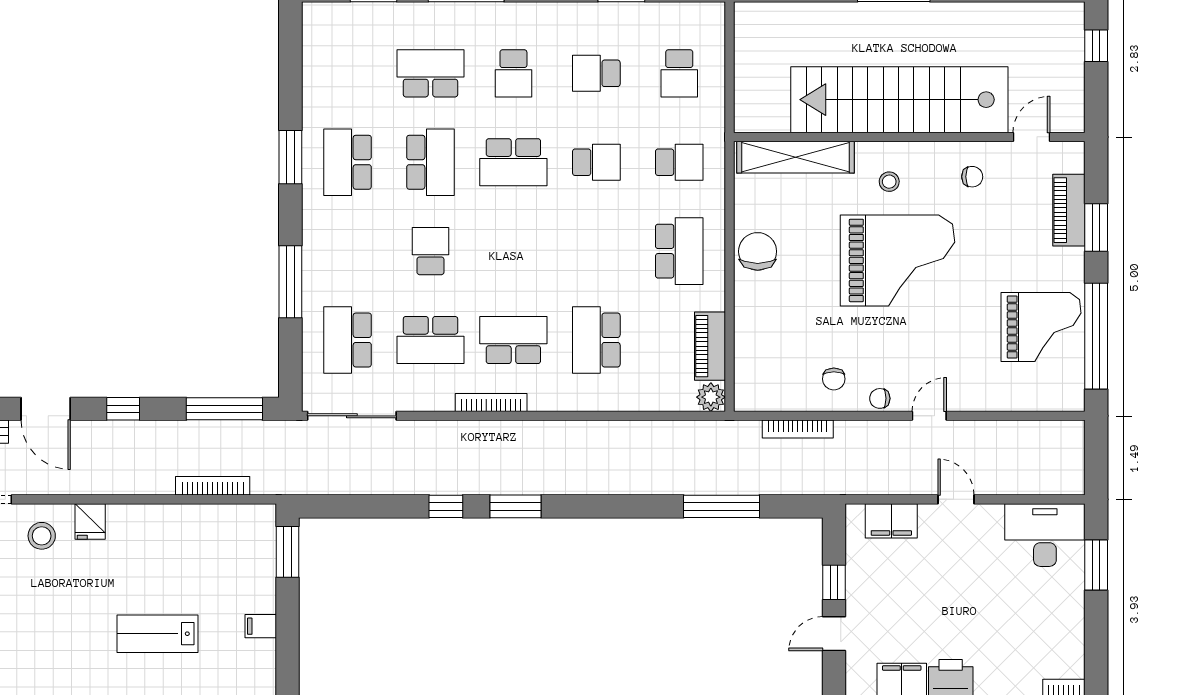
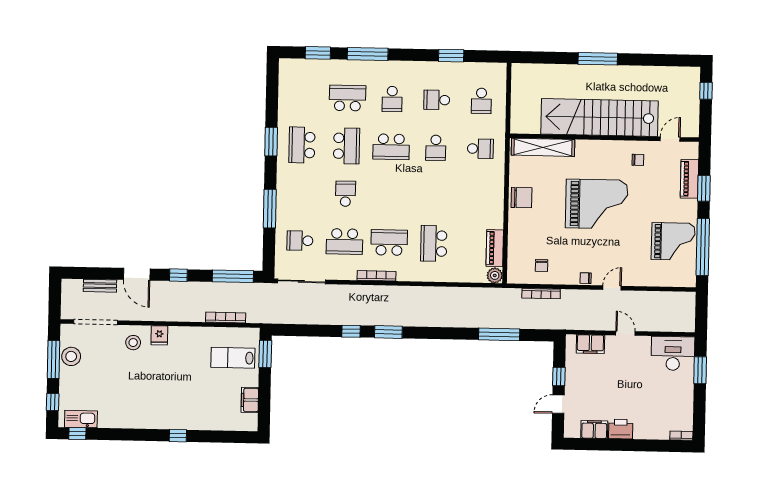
school desk: (596, 162) -> (436, 148), turned 90
stool: (889, 182) -> (593, 162), removed
school desk: (679, 251) -> (479, 197), removed
chair: (758, 251) -> (522, 198), turned 90
school desk: (348, 340) -> (300, 241), width x0.54
chair: (834, 379) -> (542, 266), moved
filing cabinet: (261, 626) -> (250, 400), width x2.00
lab bench: (157, 634) -> (233, 358), moved

